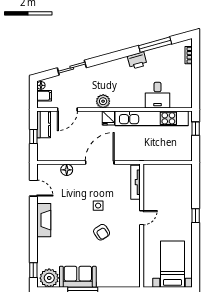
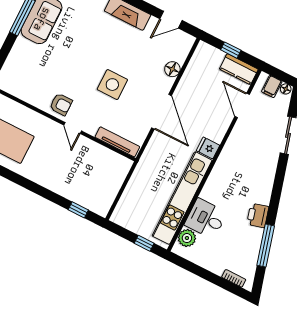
plant: (103, 101) -> (187, 238), moved
side table: (98, 206) -> (112, 85), width x1.87, depth x1.87
window: (196, 216) -> (78, 210), moved
armchair: (102, 232) -> (61, 104), moved, turned -147

